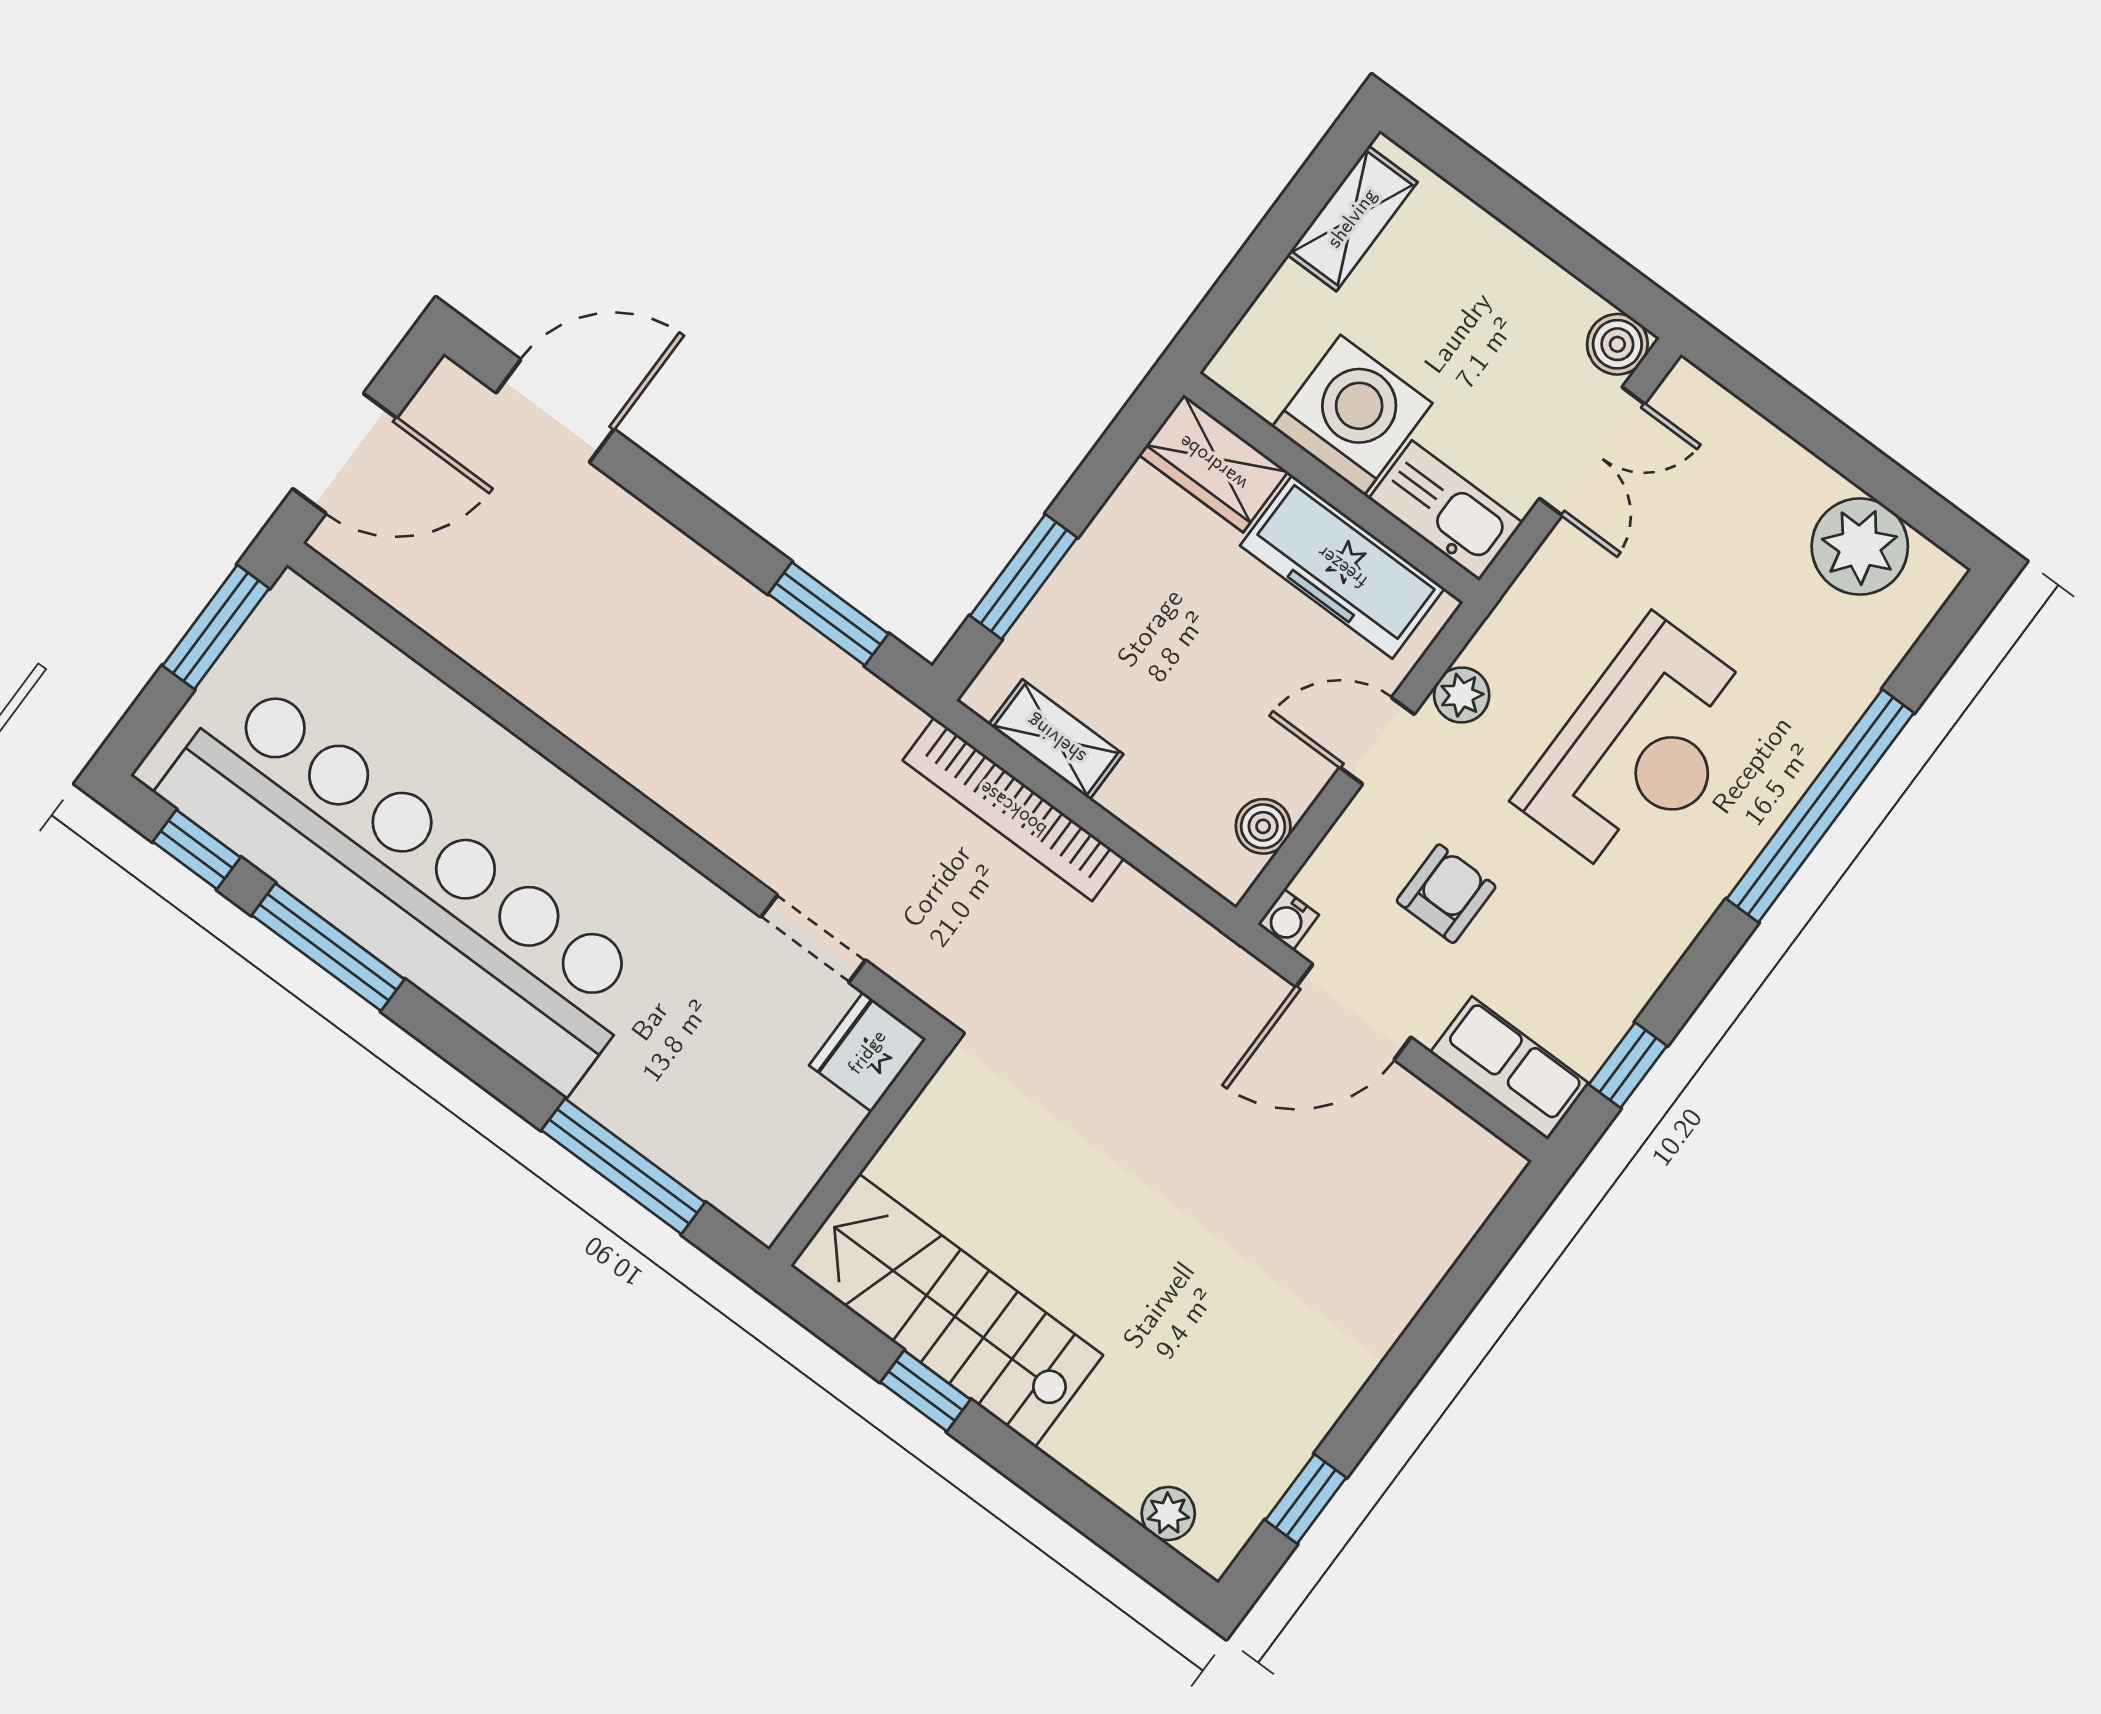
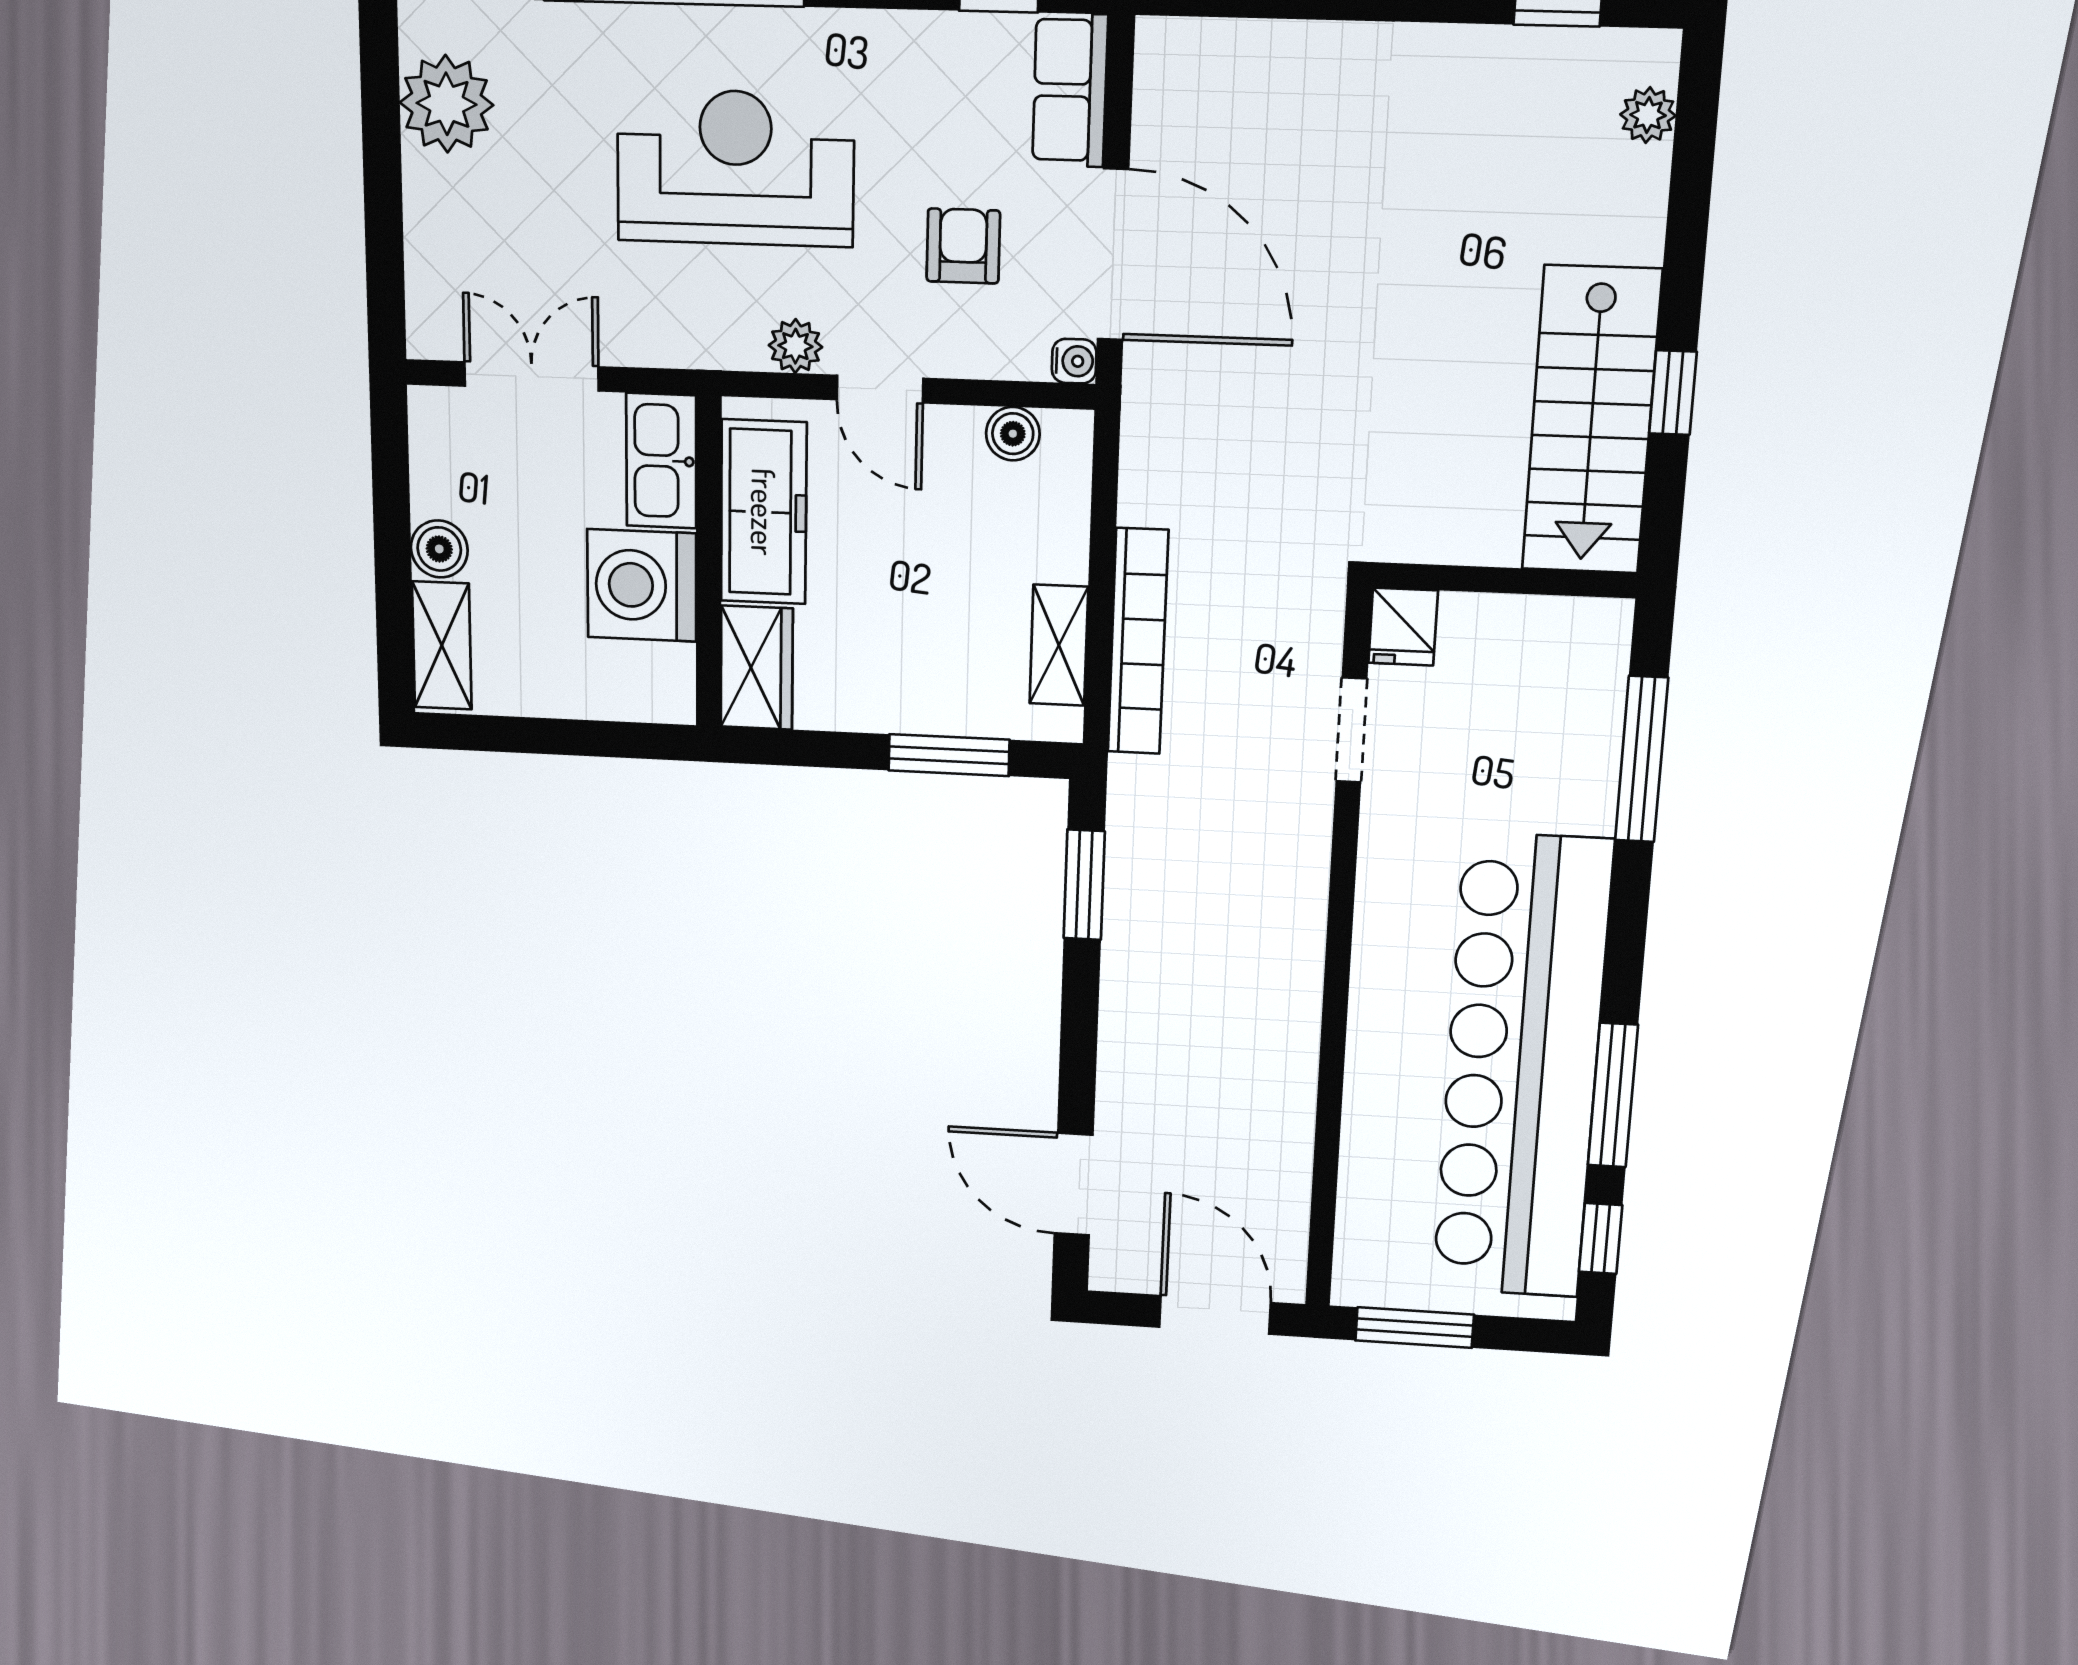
shelving: (1352, 218) -> (442, 646), moved, turned 90
boiler: (1617, 344) -> (439, 549), moved
armchair: (1446, 894) -> (963, 246), turned 90
door: (1353, 1012) -> (1113, 255), width x1.36
fridge: (867, 1052) -> (1403, 627), width x0.72

